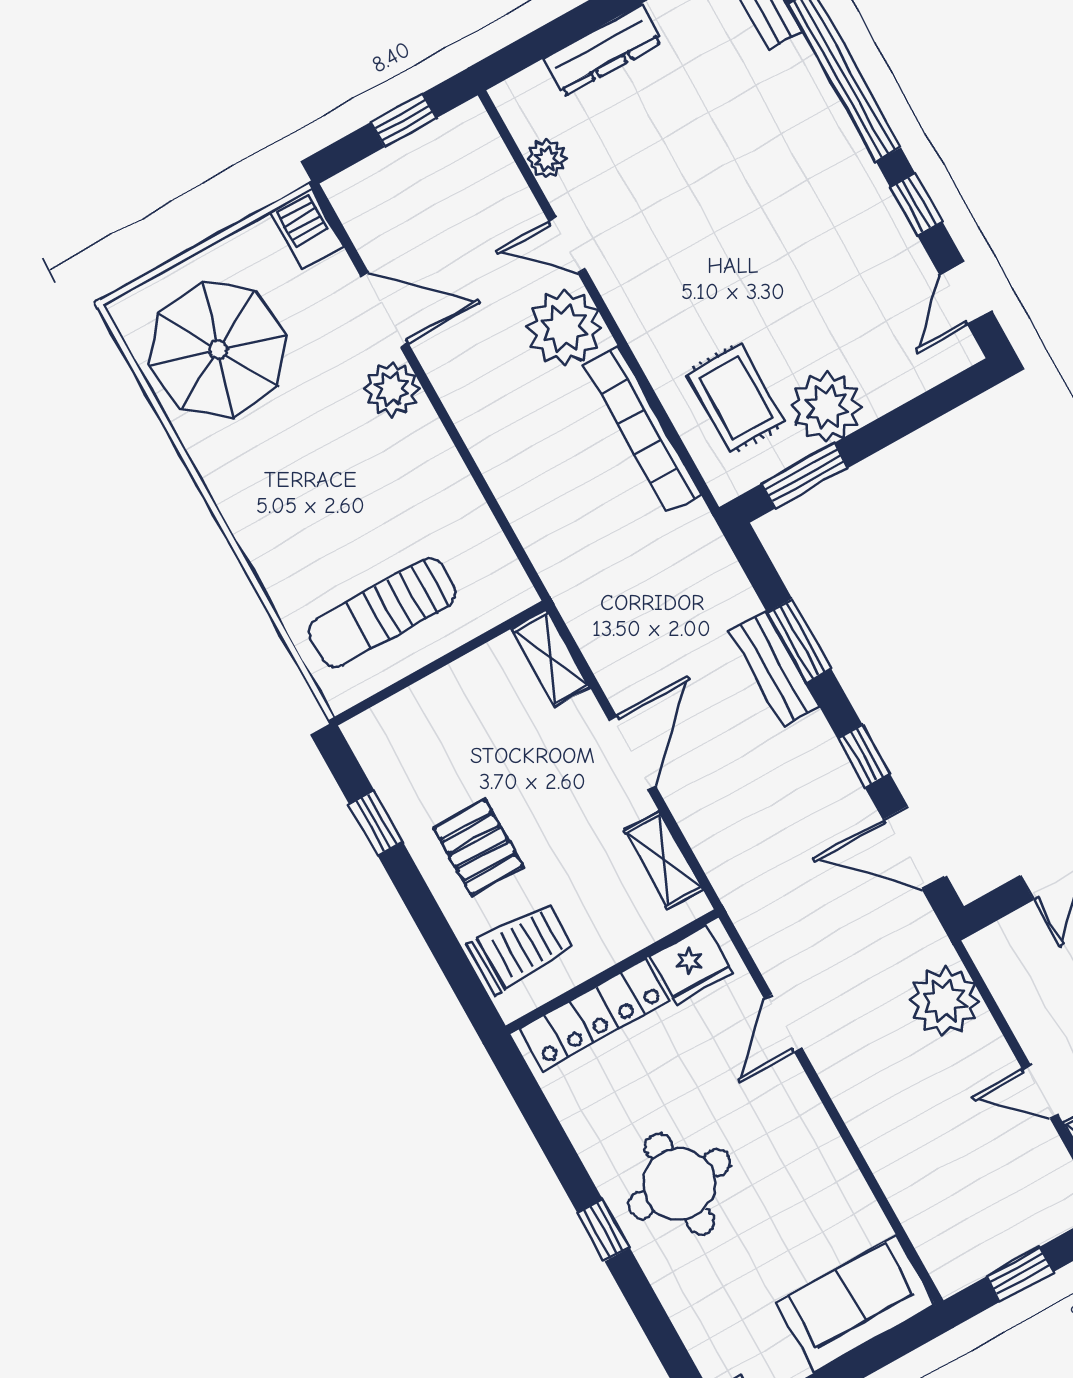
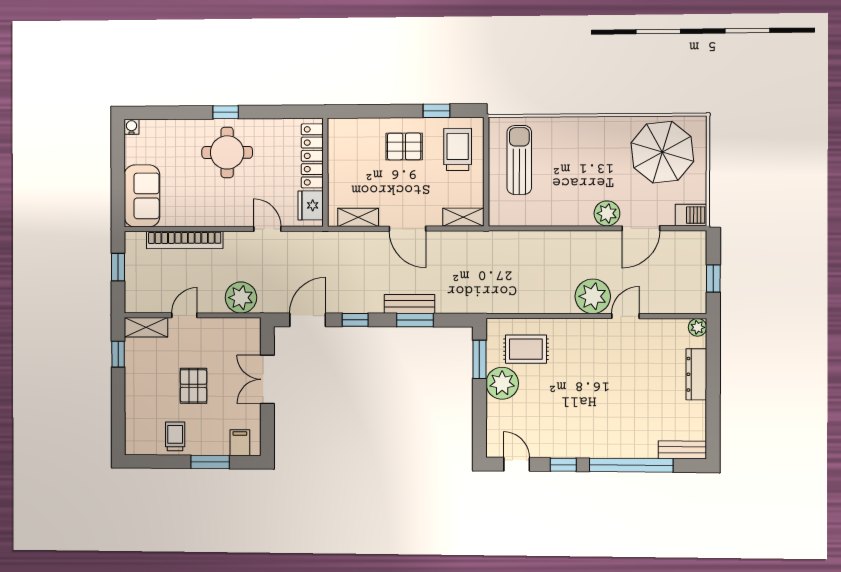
plant: (546, 159) -> (698, 327), moved
bookcase: (643, 430) -> (185, 240), moved, turned 180
trolley: (521, 947) -> (458, 149), moved, turned 180

